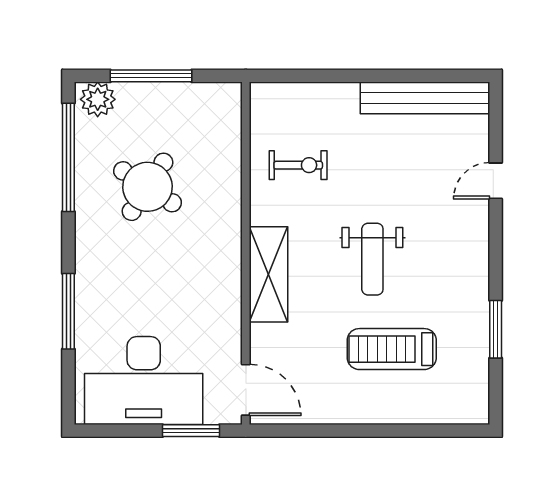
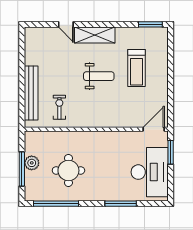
bench: (425, 98) -> (31, 93), moved
plant: (98, 99) -> (32, 163), moved
round table: (148, 187) -> (68, 170), turned -33
shelving: (268, 274) -> (95, 35), moved
window: (496, 329) -> (150, 24), moved

